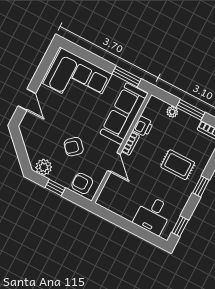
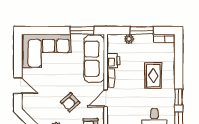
door: (114, 162) -> (106, 98), swing flipped
rug: (178, 165) -> (153, 76), turned 90
window: (201, 186) -> (179, 97), moved

